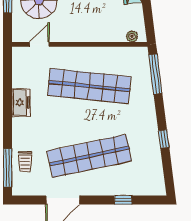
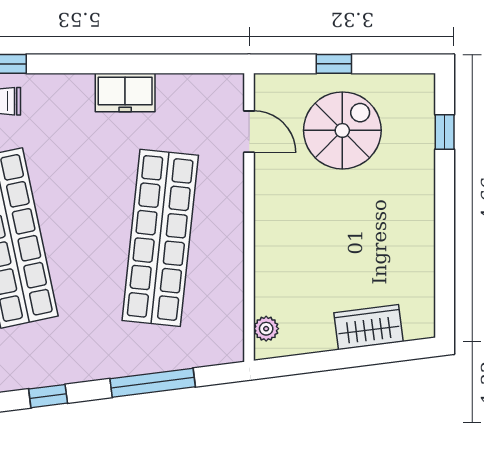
window: (155, 74) -> (153, 383), moved

